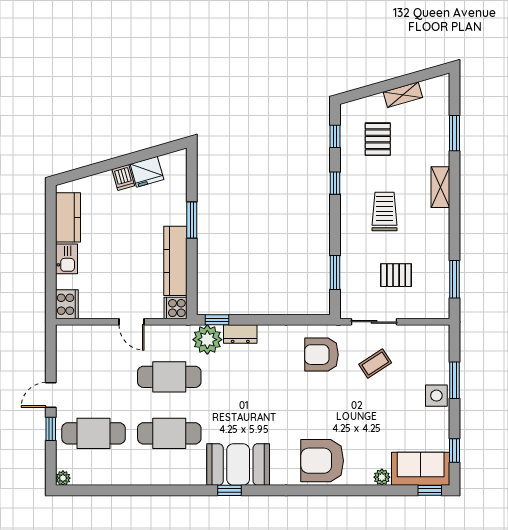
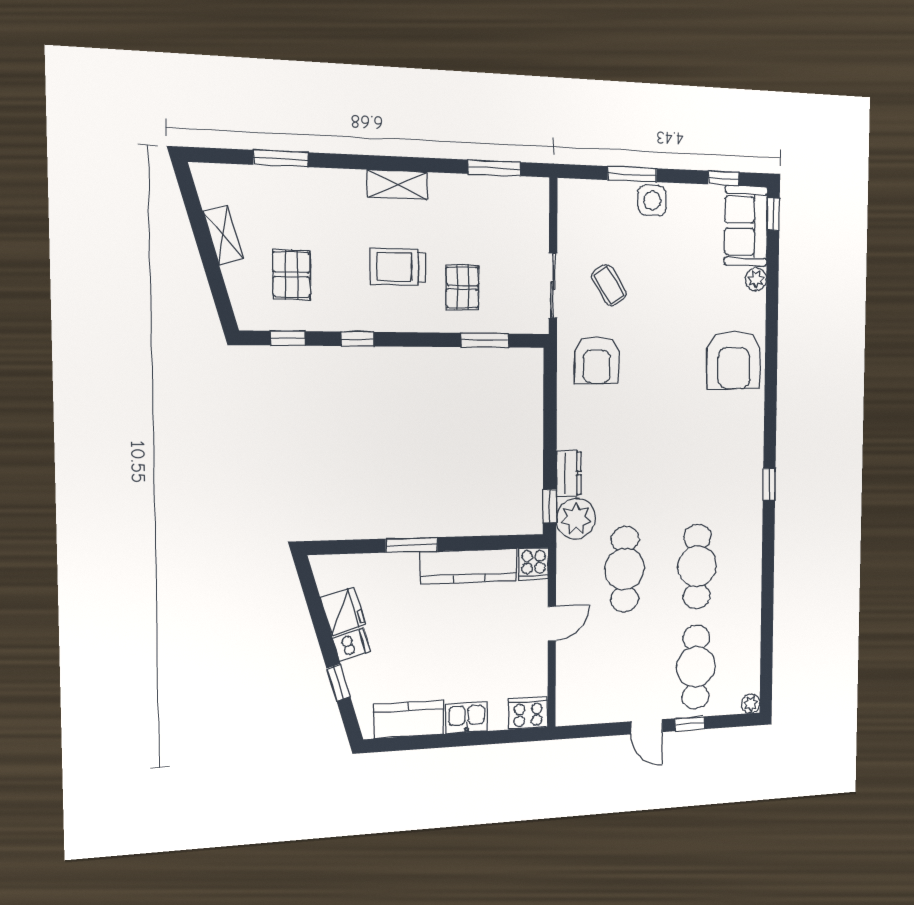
pallet: (378, 139) -> (291, 275), turned 90
window: (97, 168) -> (338, 683), added
shelving: (440, 187) -> (397, 185), moved
pallet: (396, 275) -> (462, 287), moved
booth: (238, 465) -> (737, 473), removed

